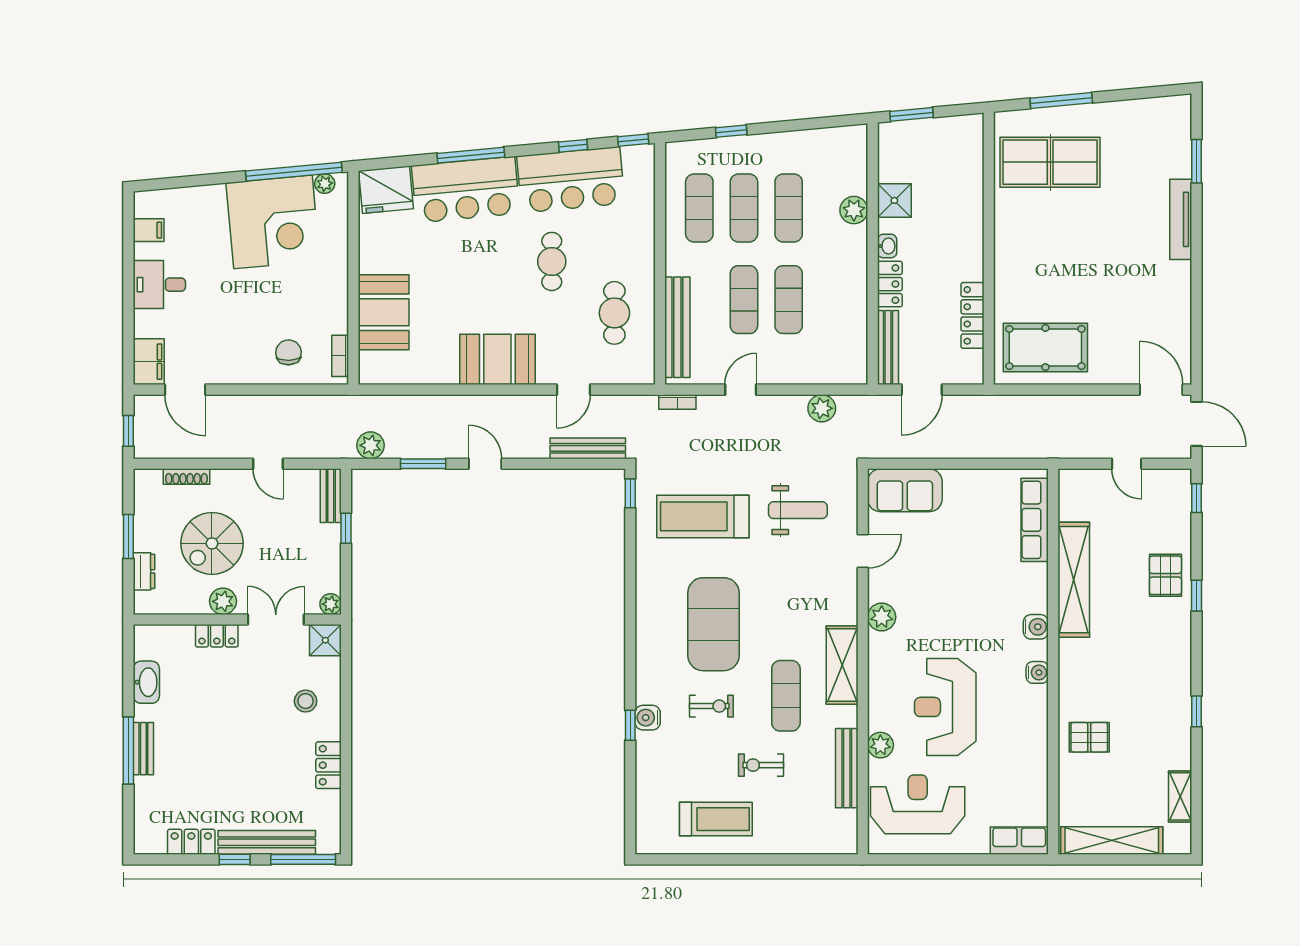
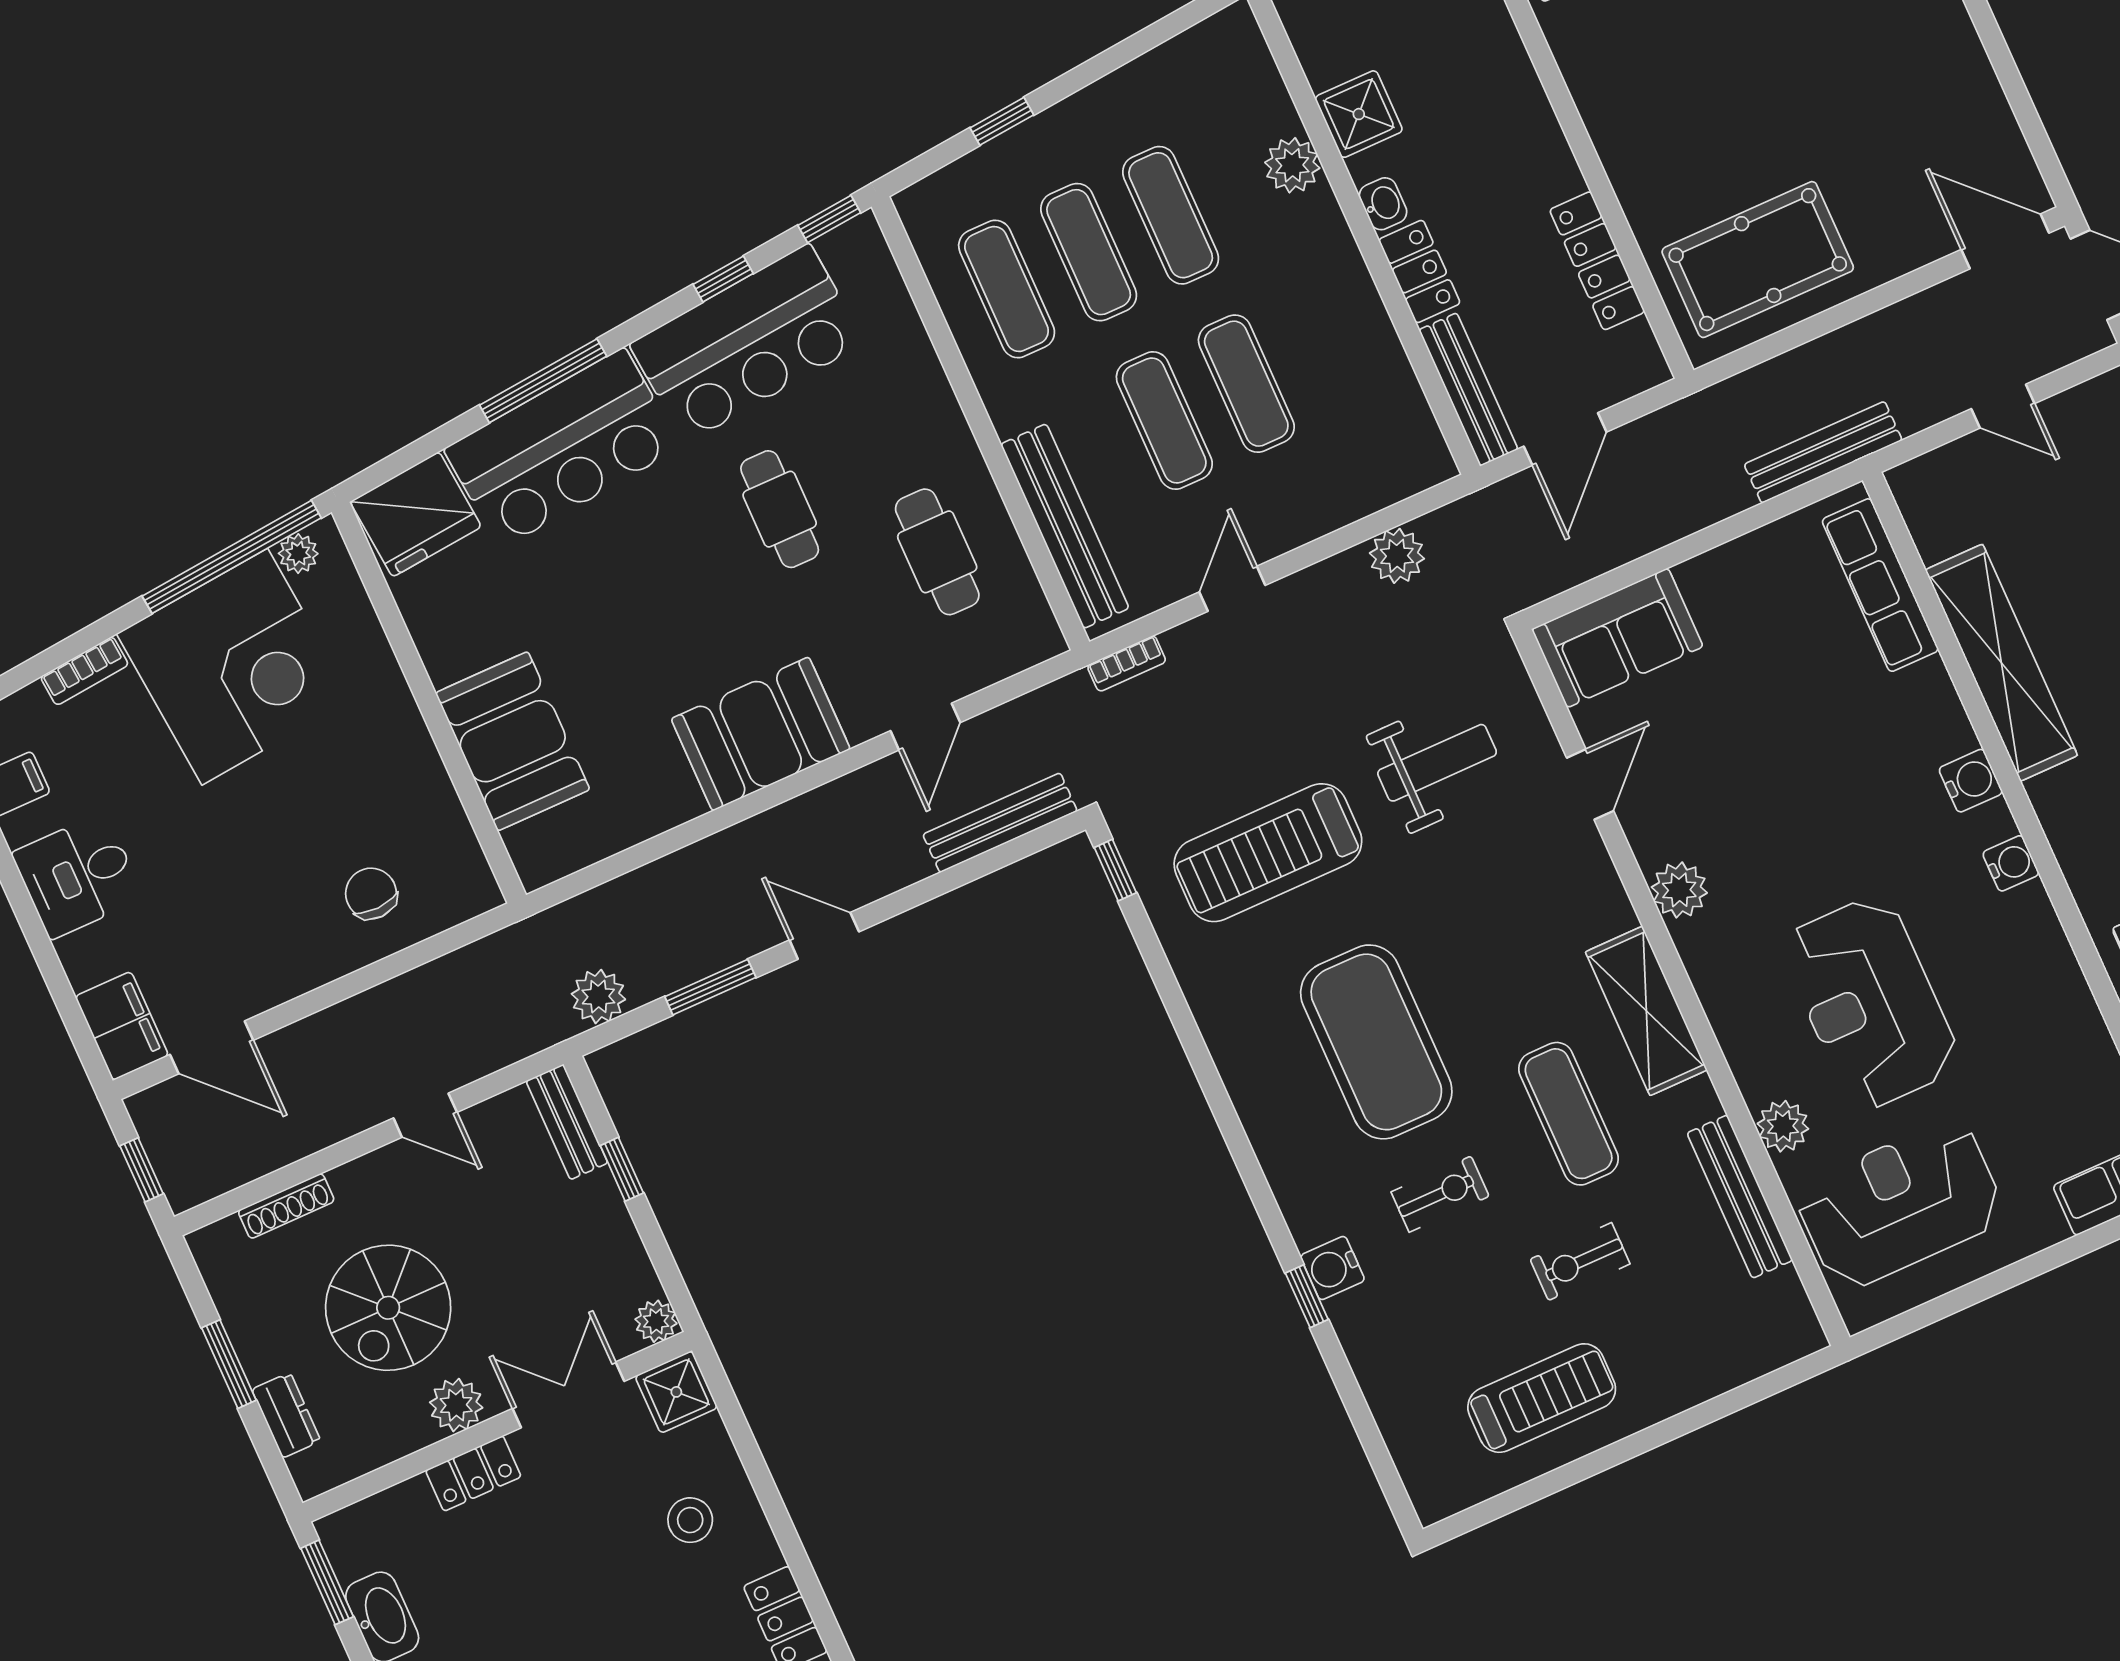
bookcase: (340, 356) -> (84, 671), moved, turned -95
bench: (1036, 448) -> (1823, 452), added
window: (128, 655) -> (327, 1582), added

